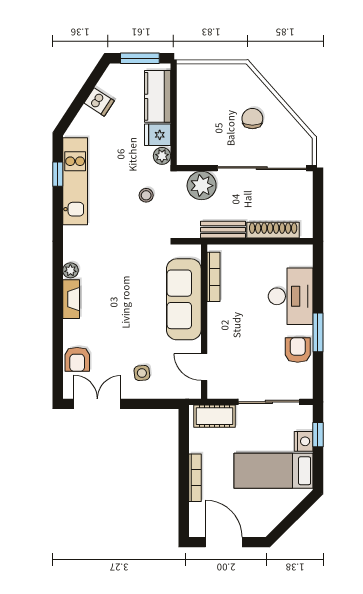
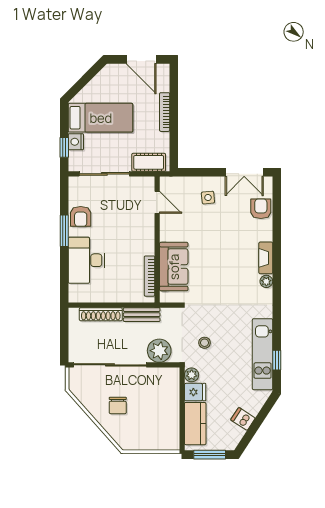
sofa: (184, 299) -> (174, 267), width x0.73

